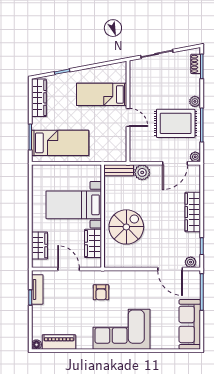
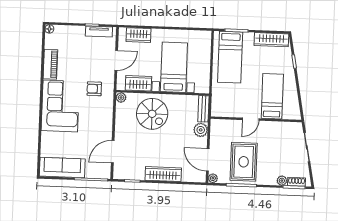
plant: (195, 101) -> (282, 181), moved
plant: (191, 262) -> (121, 98), moved
piano: (59, 342) -> (50, 64), moved

